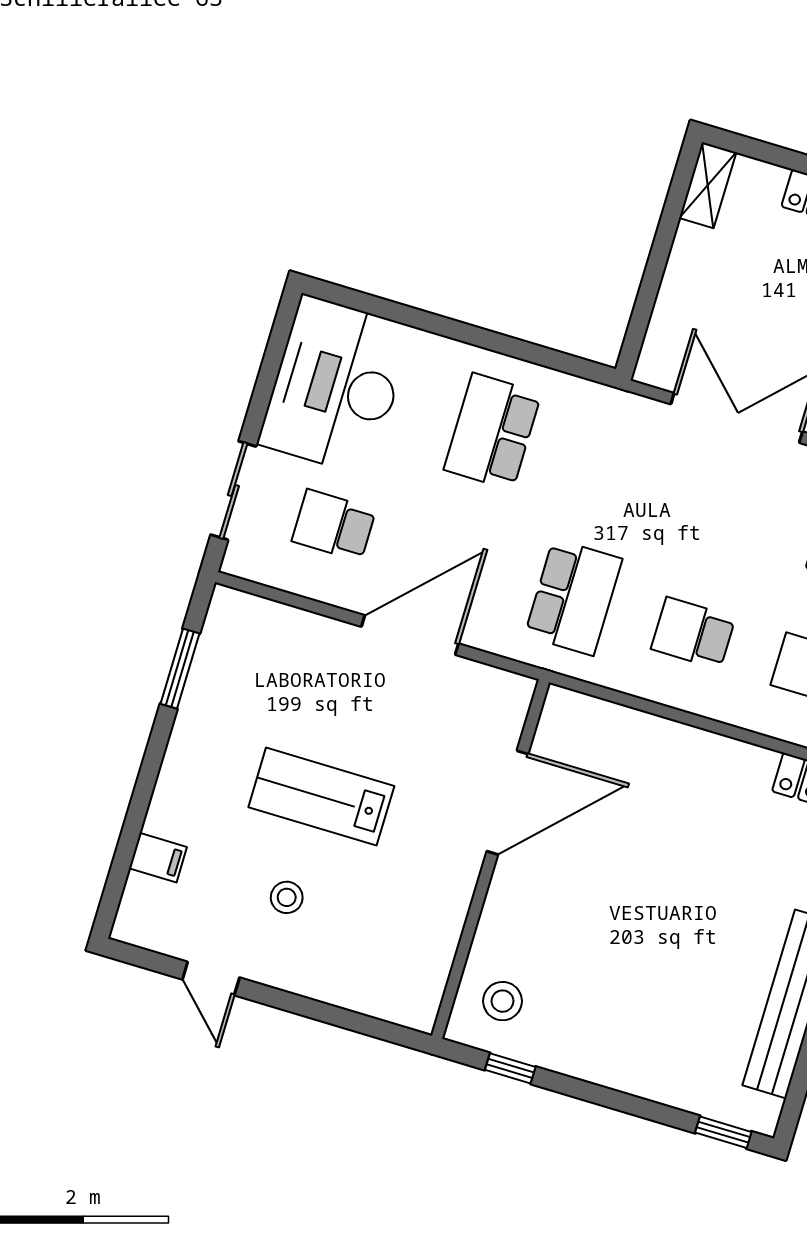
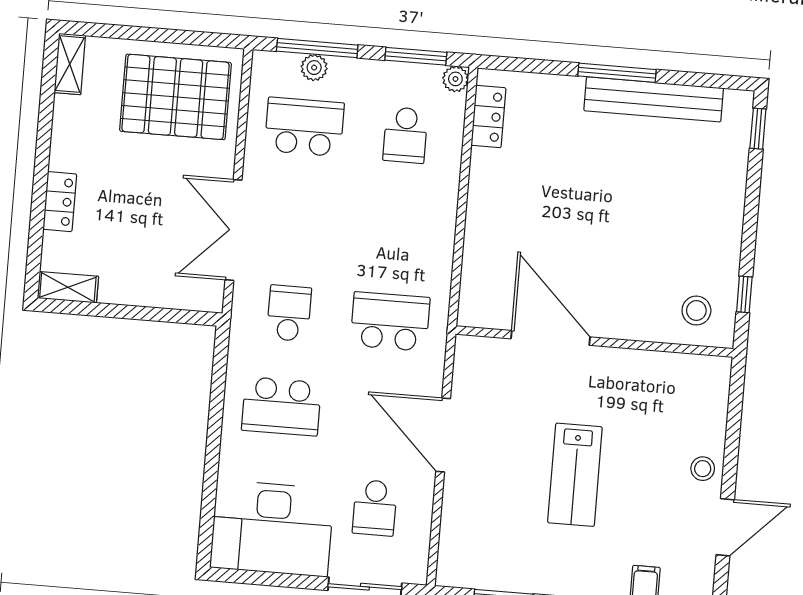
school desk: (693, 633) -> (289, 313), moved, turned 180
stool: (287, 897) -> (703, 469), moved
door: (211, 979) -> (725, 527), width x1.38

